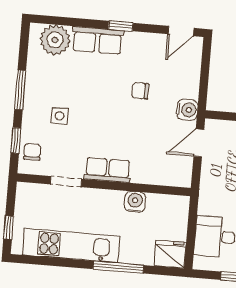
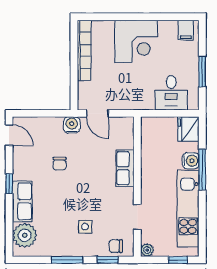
row of seats: (108, 170) -> (125, 168), moved
plant: (24, 190) -> (147, 250), added
water cooler: (135, 202) -> (191, 161), moved, turned 180

